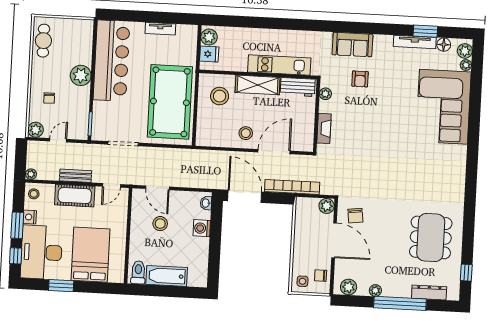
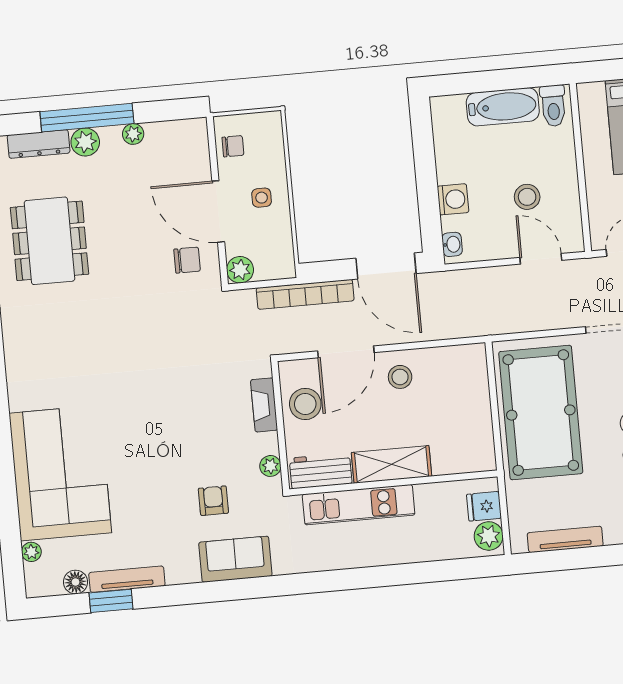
tv unit: (160, 29) -> (565, 539), width x1.41
plant: (465, 51) -> (37, 576), removed
stool: (220, 96) -> (305, 404), moved
chair: (355, 216) -> (187, 260), turned 97
side table: (302, 281) -> (262, 198), moved
plant: (349, 287) -> (85, 142), moved

